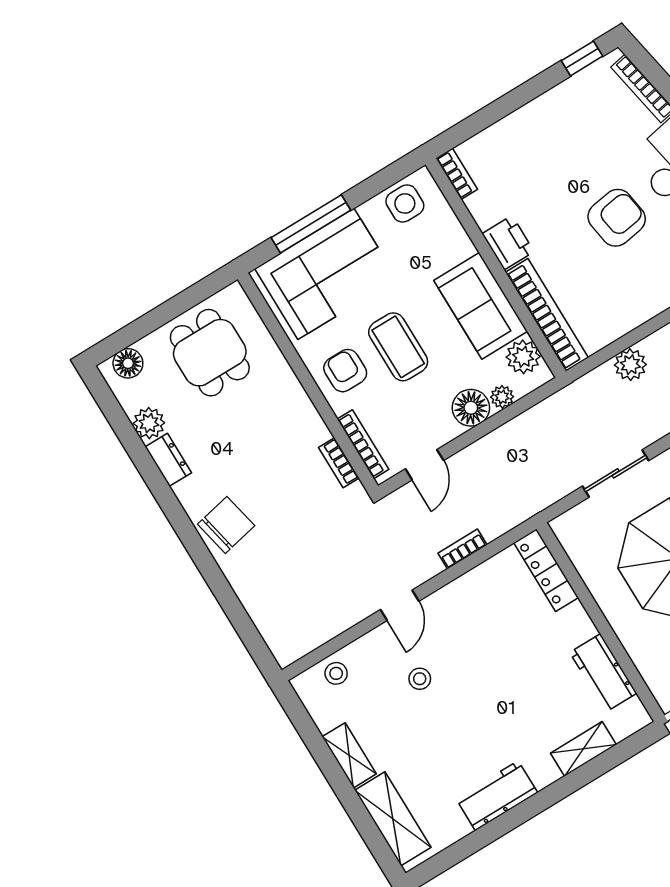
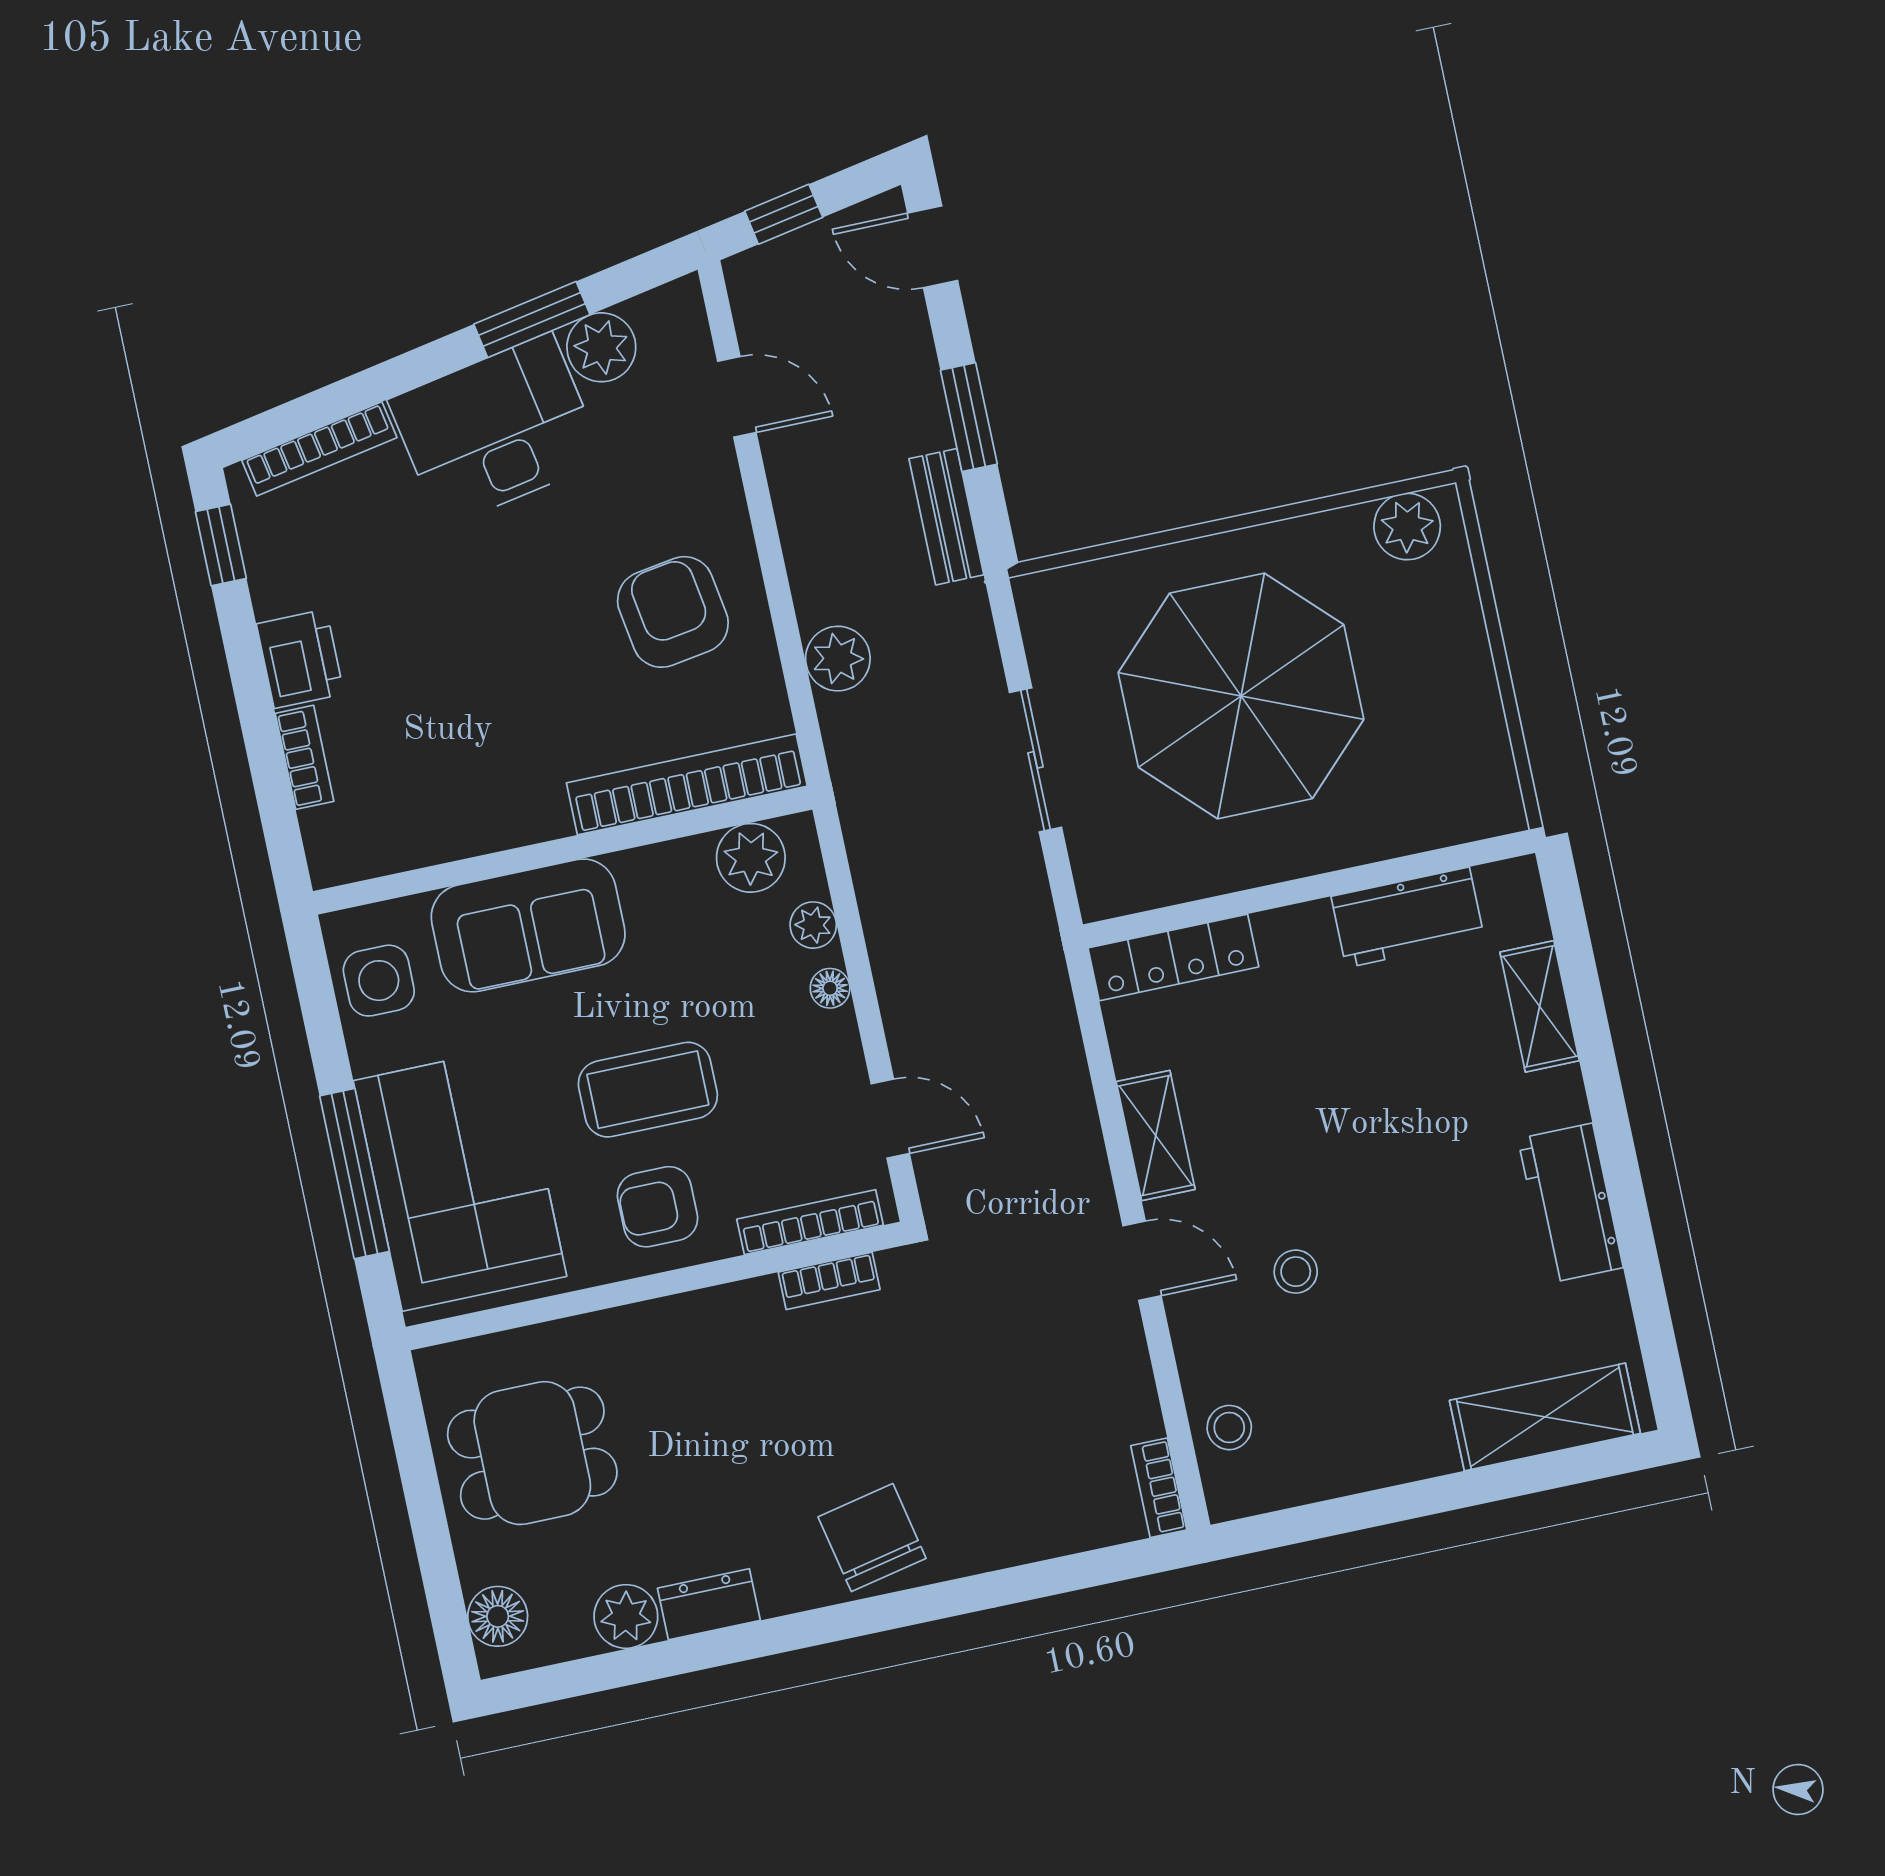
bookcase: (457, 174) -> (305, 757), moved, turned 90
armchair: (617, 218) -> (673, 612), moved
printer: (508, 243) -> (300, 659), moved, turned 90
sofa: (481, 306) -> (528, 925), moved
floor lamp: (471, 408) -> (830, 988), width x0.53, depth x0.53
bookcase: (462, 549) -> (1159, 1488), moved
shelving: (349, 755) -> (1156, 1136), moved, turned 90

